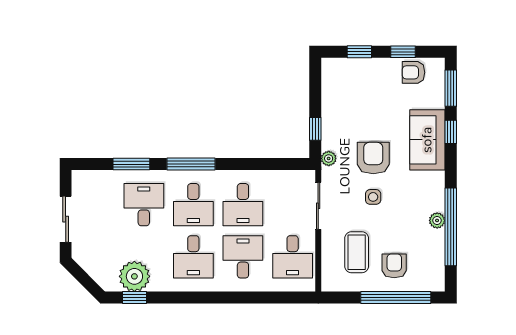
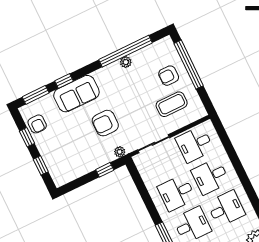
side table: (373, 197) -> (131, 111), removed
desk: (243, 205) -> (177, 193), turned 180
desk: (293, 257) -> (195, 144), turned 180

